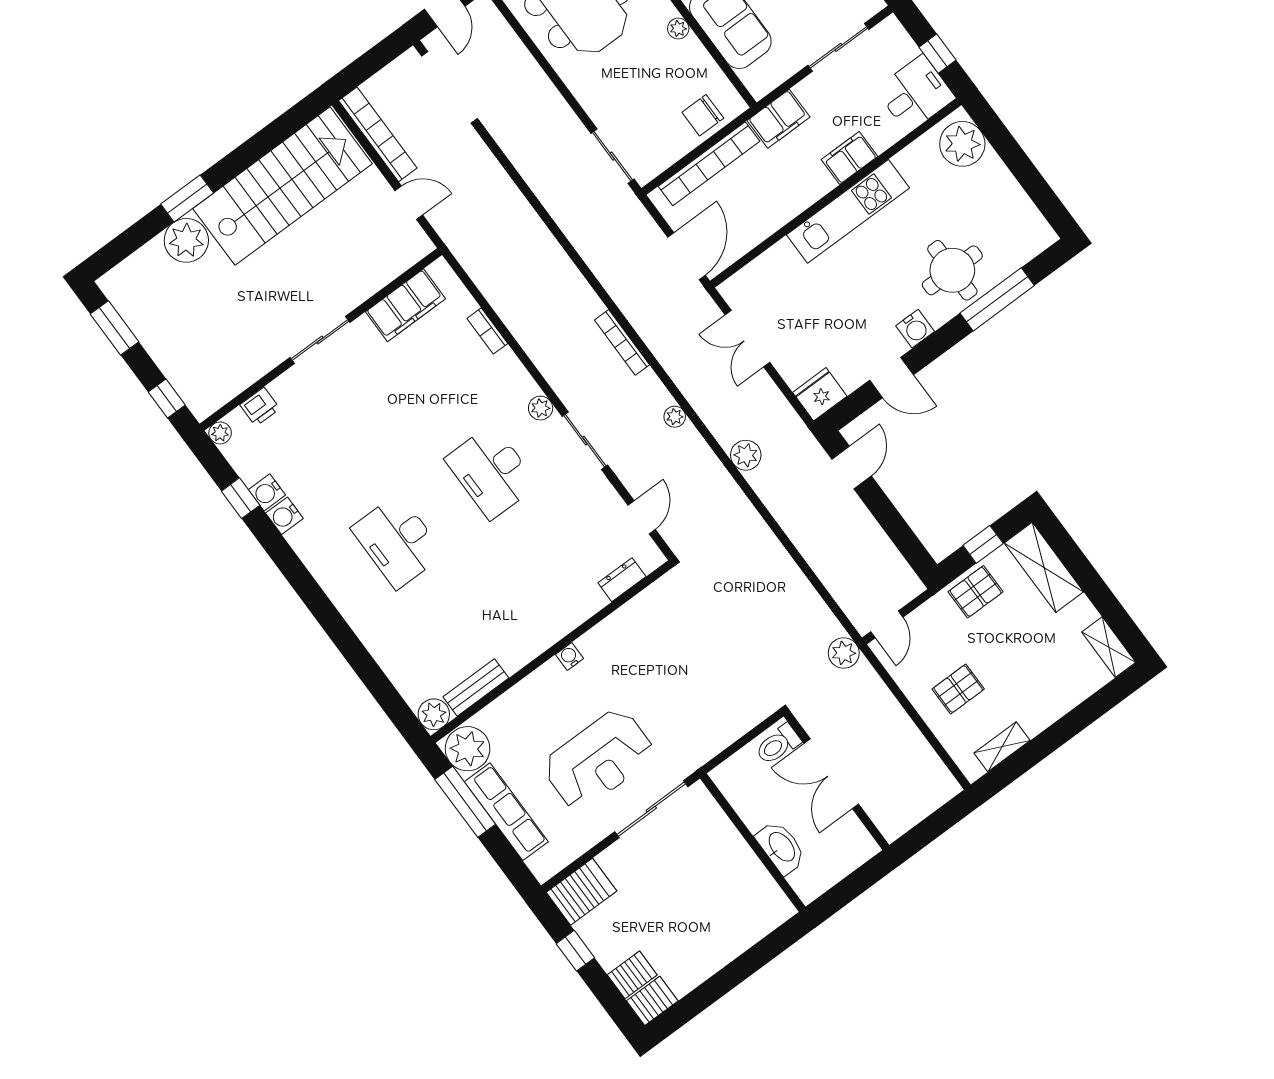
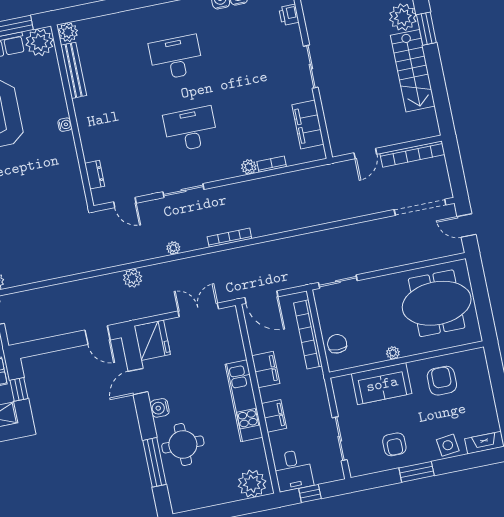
filing cabinet: (779, 119) -> (266, 370), moved, turned 180
stairs: (283, 186) -> (413, 71), width x0.73, depth x0.66
fridge: (820, 394) -> (152, 340), width x1.36, depth x1.34
plant: (541, 408) -> (249, 167), moved
bench: (476, 687) -> (74, 70), width x1.36

